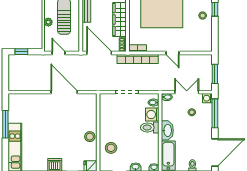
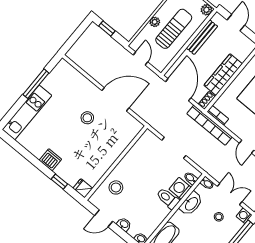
door: (64, 92) -> (115, 99), hinge flipped
washbasin: (167, 130) -> (191, 204), moved
stool: (90, 137) -> (87, 118), moved

